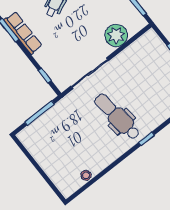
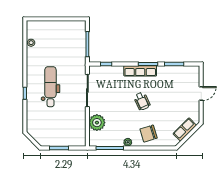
dental chair: (117, 117) -> (50, 87), turned -84

